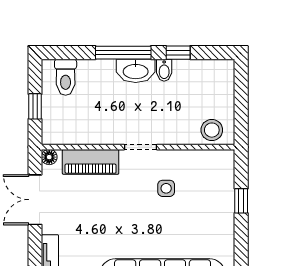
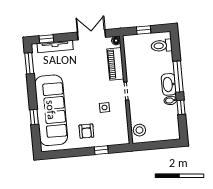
armchair: (205, 224) -> (86, 131), added

